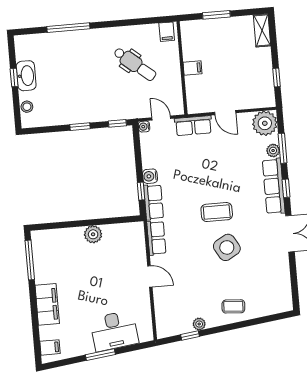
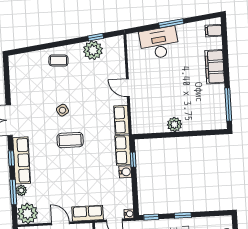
side table: (227, 247) -> (62, 110), width x0.54, depth x0.54
plant: (199, 324) -> (93, 50), width x1.87, depth x1.87

